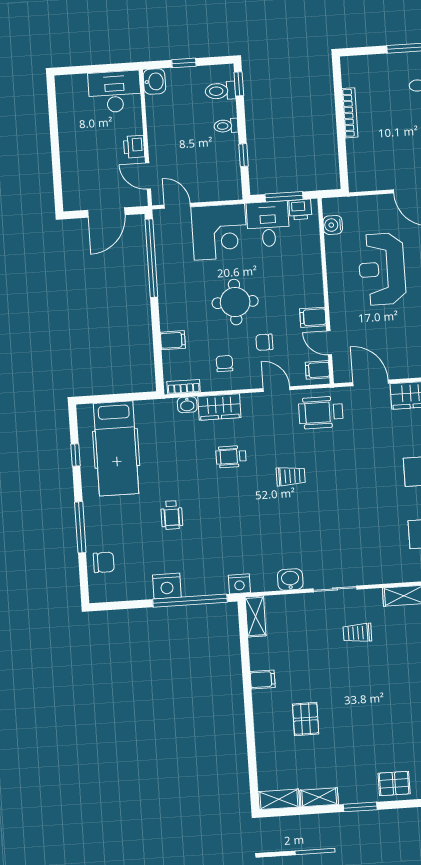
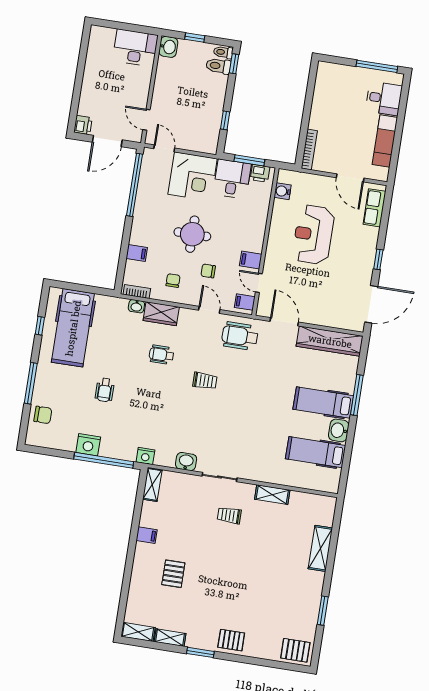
bookcase: (350, 113) -> (309, 150), moved
toilet: (226, 126) -> (223, 52), moved
printer: (134, 147) -> (83, 125), moved, turned 180

